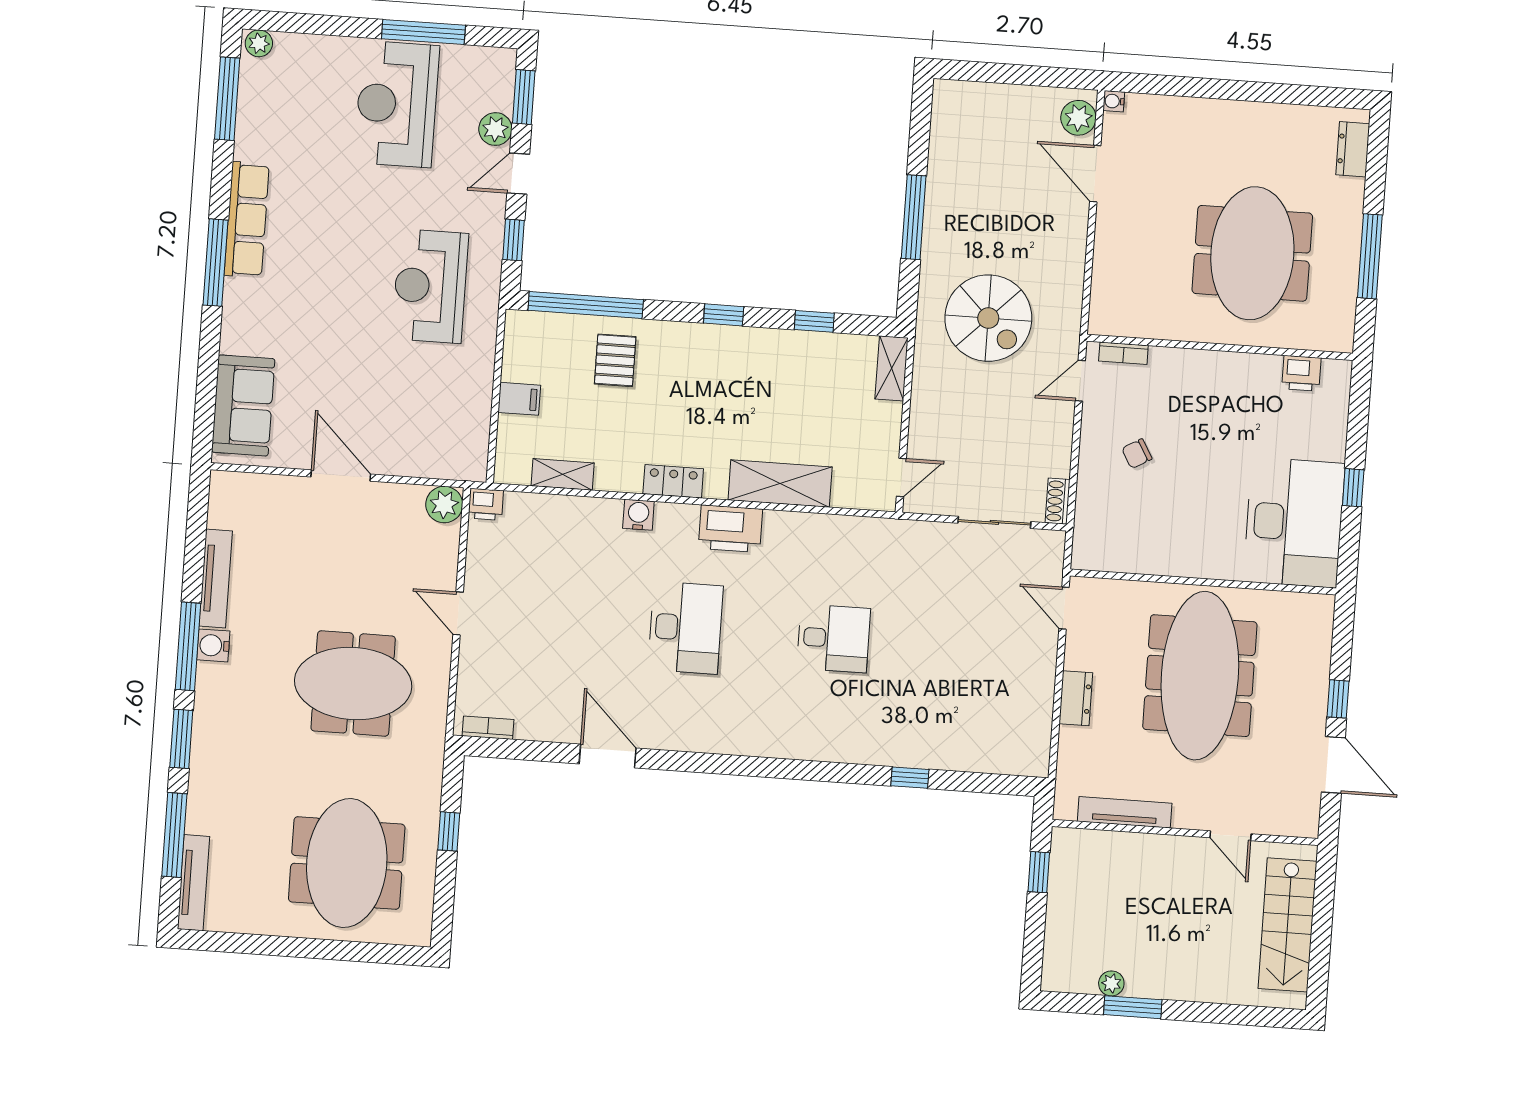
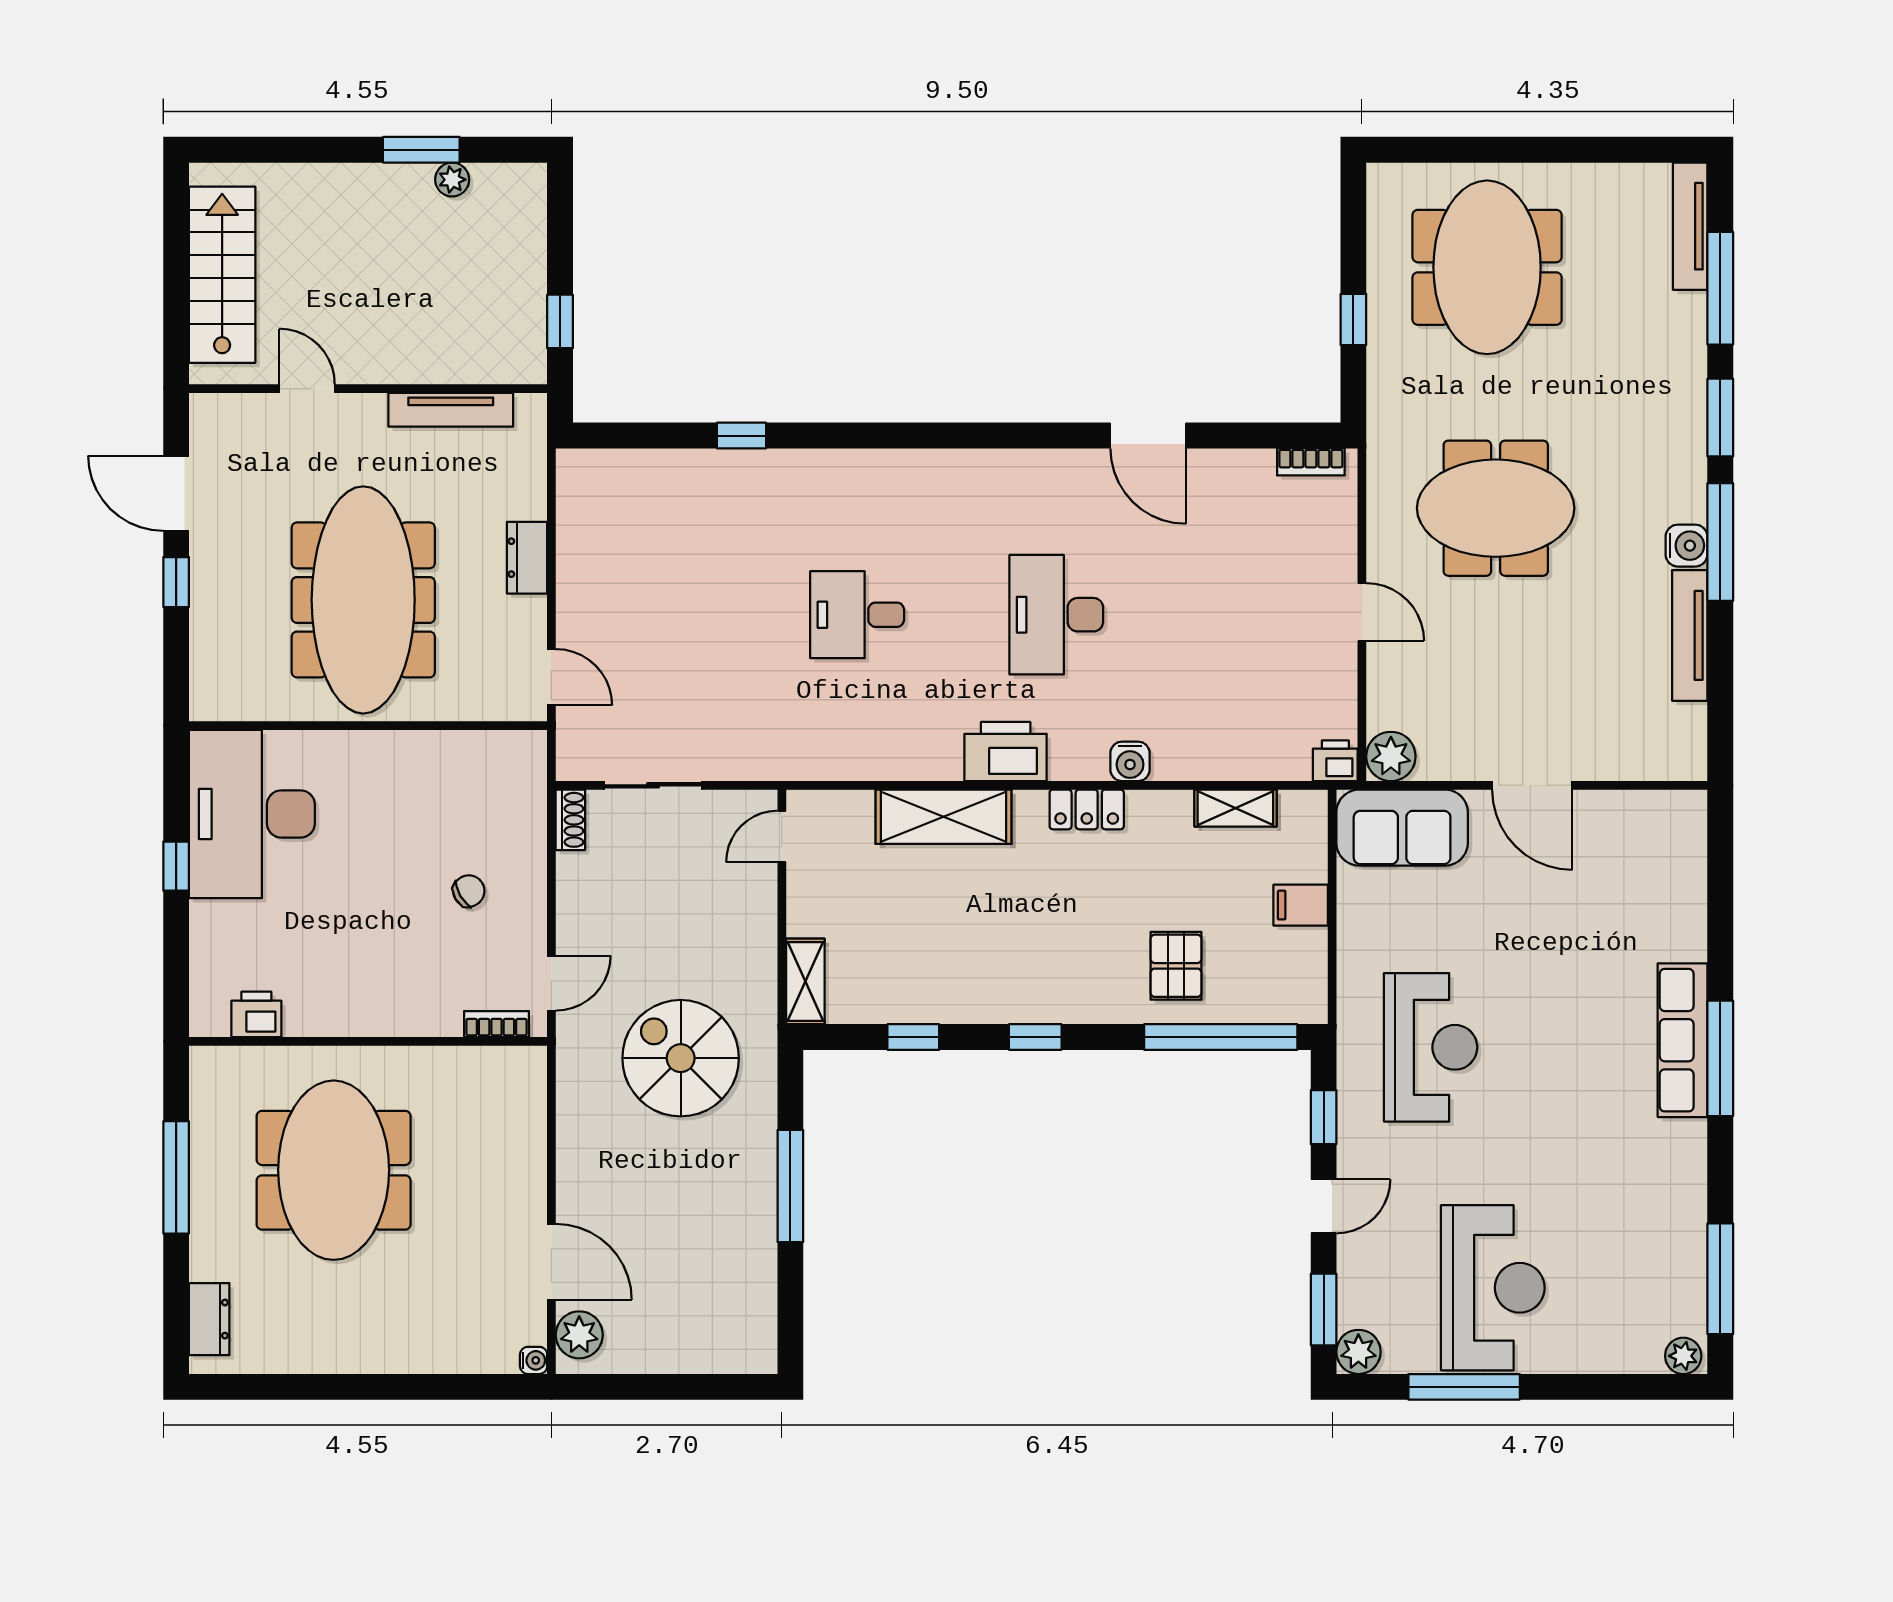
plant: (495, 129) -> (1358, 1352), moved
row of seats: (247, 220) -> (1683, 1040), moved
sofa: (243, 405) -> (1402, 828), moved, turned -90

